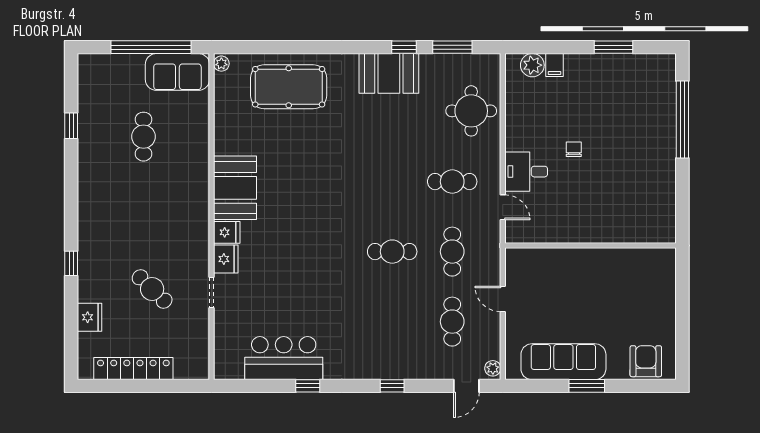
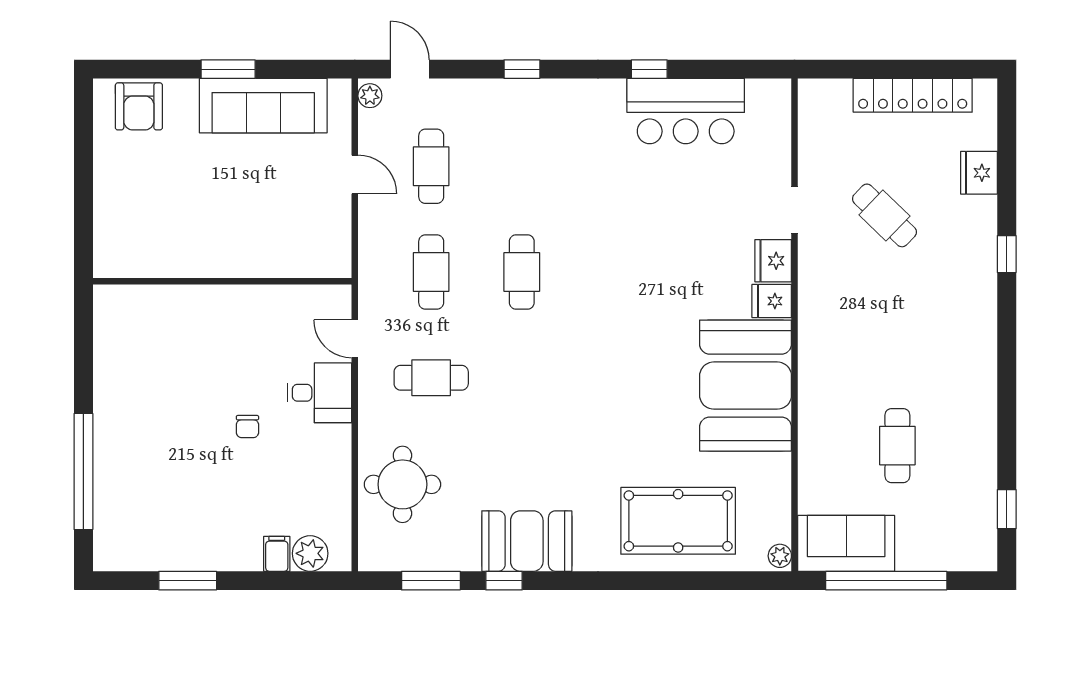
window: (71, 126) -> (1007, 509), moved
booth: (235, 188) -> (746, 386), width x1.36, depth x1.42
cafe table: (392, 252) -> (522, 272), turned 90
door: (503, 299) -> (355, 174), moved
door: (466, 386) -> (410, 69), hinge flipped

